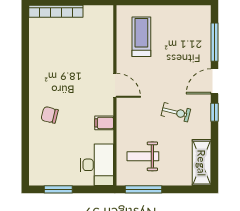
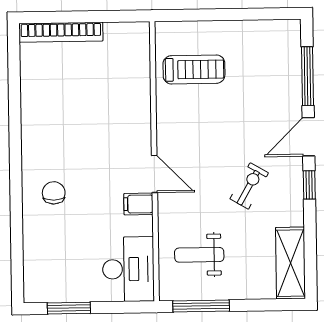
treadmill: (141, 37) -> (194, 69), turned 90
door: (115, 85) -> (155, 174), moved
exercise bike: (176, 112) -> (249, 186), turned -74
chair: (50, 115) -> (54, 193), turned 76

